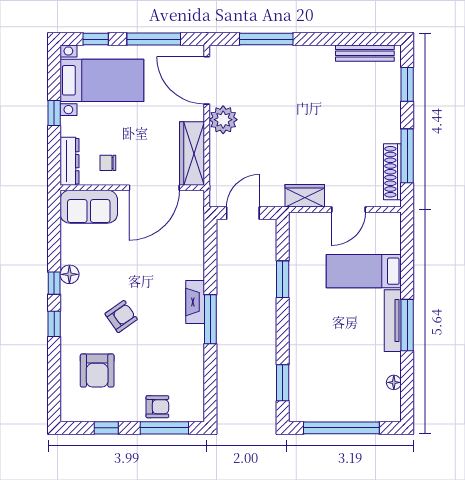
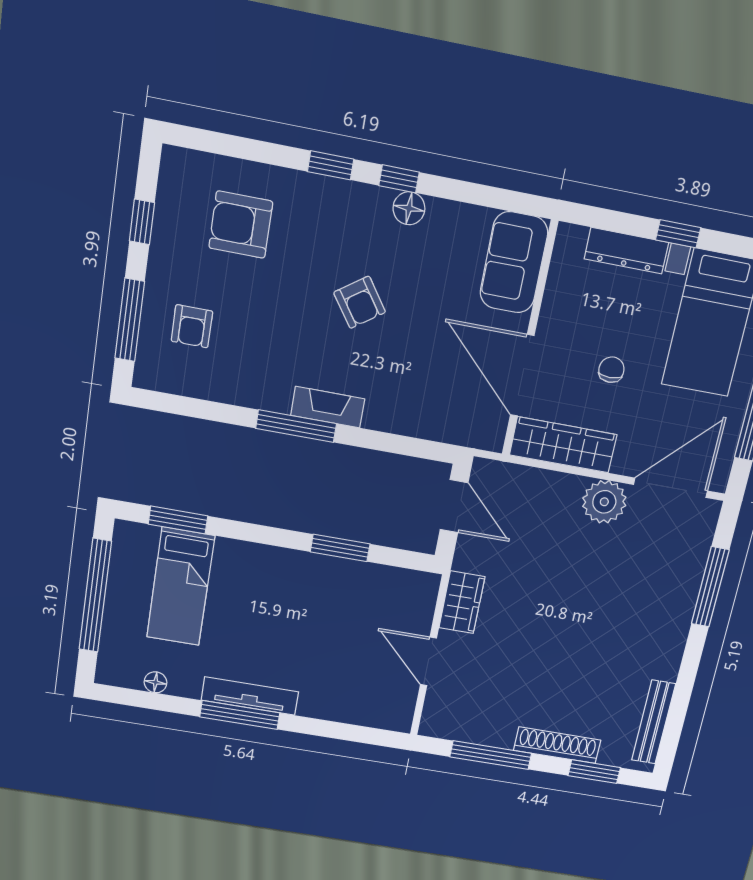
dresser: (69, 161) -> (626, 251), moved
chair: (108, 163) -> (611, 370), moved
shoe rack: (392, 172) -> (557, 745), moved
bed: (364, 271) -> (181, 587), moved, turned 180
armchair: (121, 317) -> (360, 302), moved
armchair: (157, 407) -> (192, 326), moved

